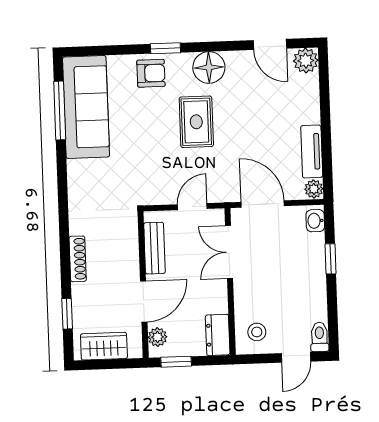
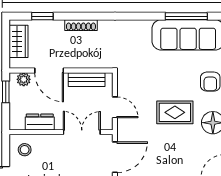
dresser: (218, 335) -> (40, 122), moved

